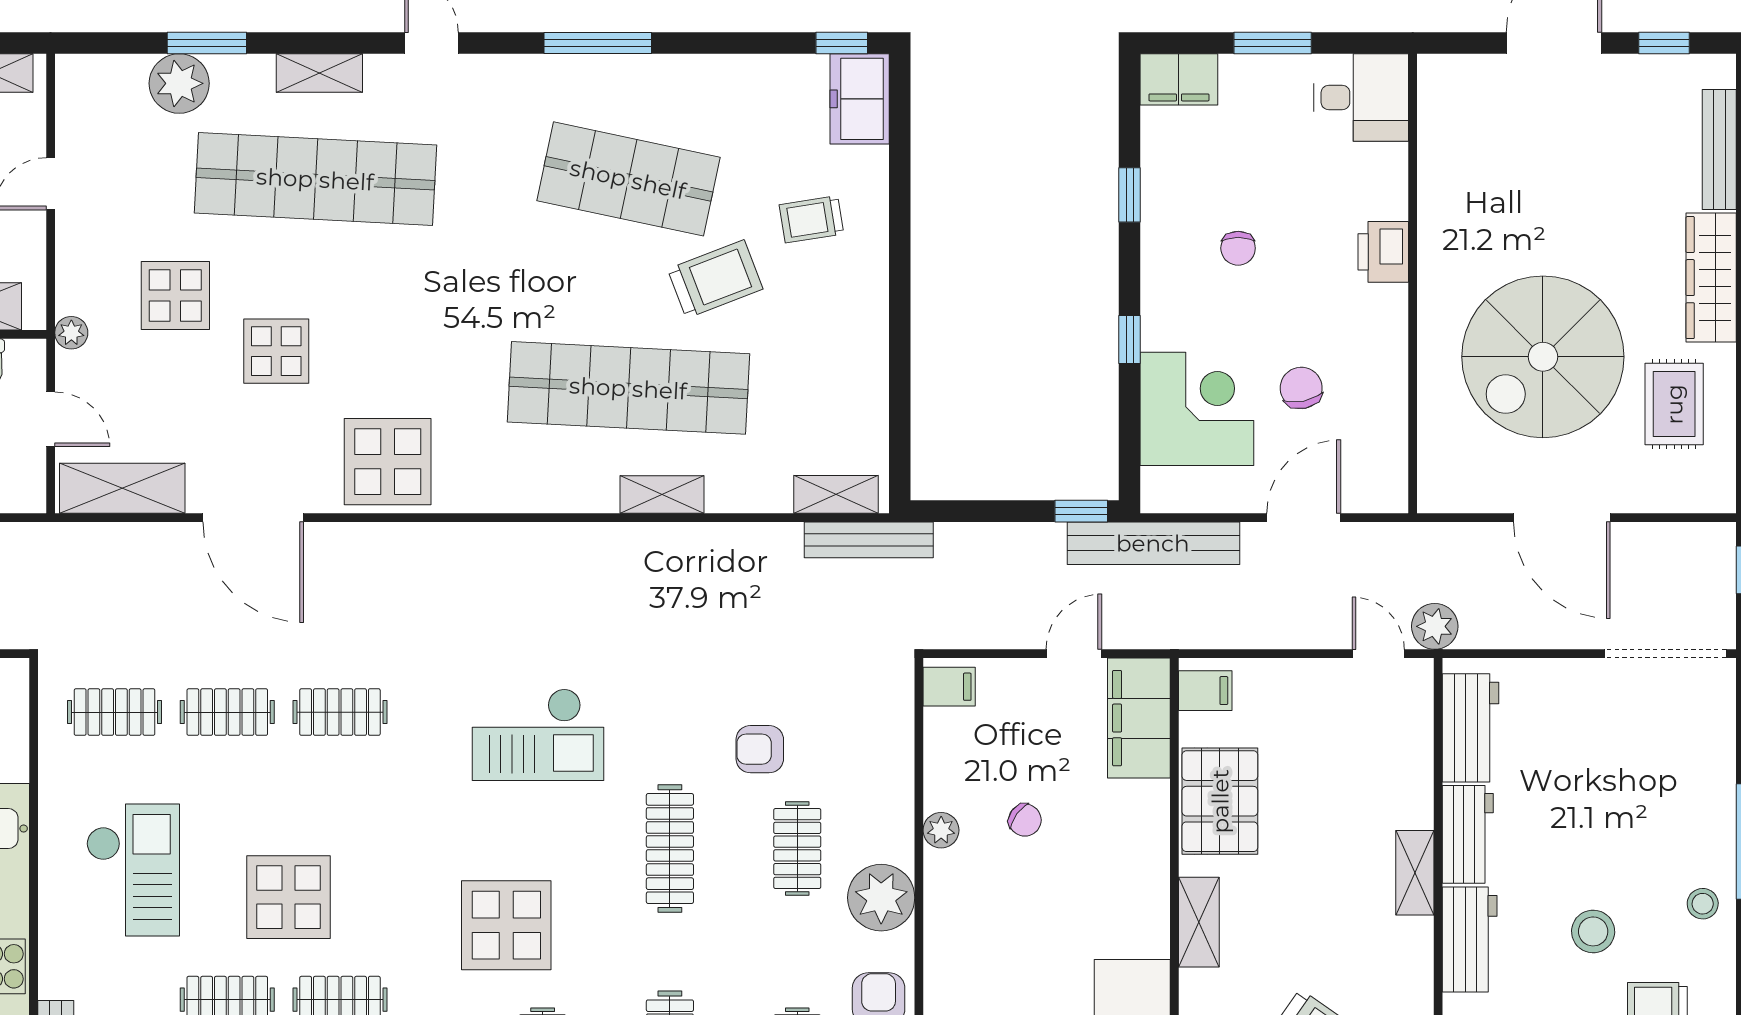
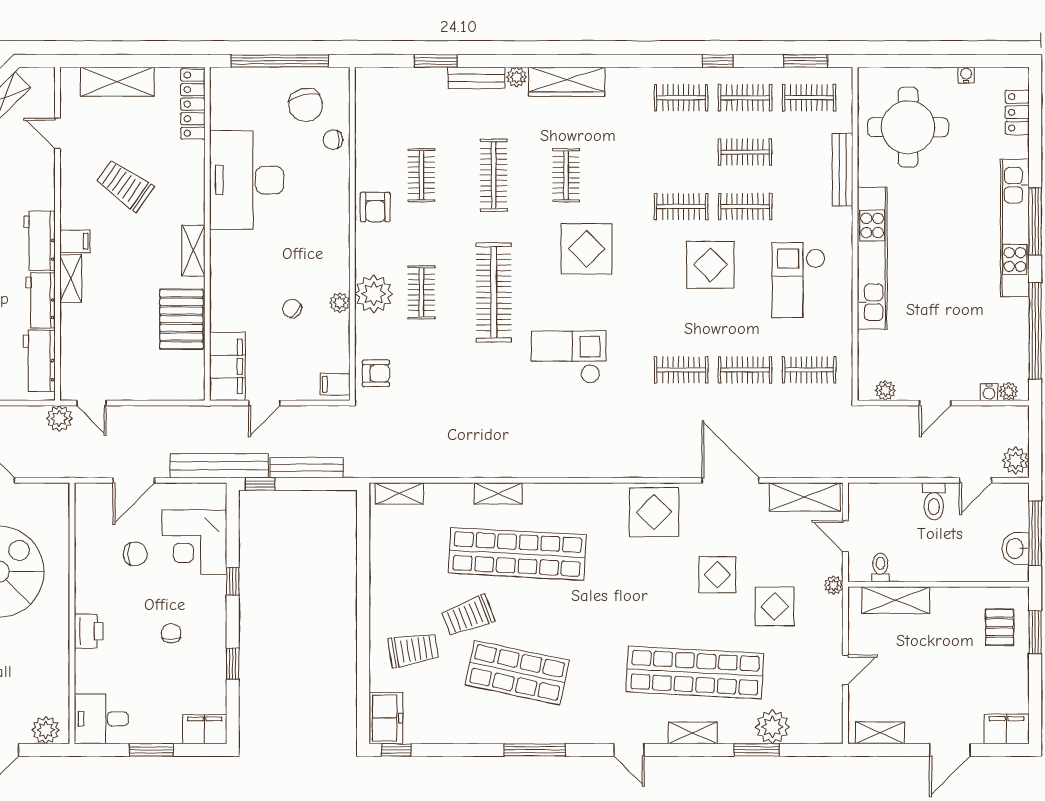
plant: (1459, 78) -> (46, 730), added
trolley: (811, 219) -> (413, 650), width x1.36, depth x1.39
chair: (1301, 388) -> (135, 554), turned -78
bench: (869, 540) -> (307, 468), moved
filing cabinet: (1205, 691) -> (75, 241), moved, turned 180
armchair: (760, 749) -> (376, 373), moved
clothes rail: (670, 849) -> (494, 292), width x1.37, depth x1.31
plant: (881, 898) -> (374, 294), moved

